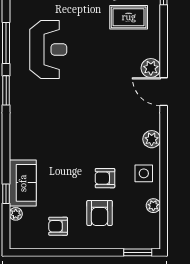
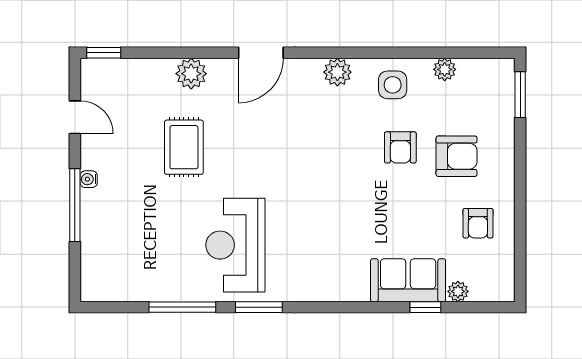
rug: (129, 17) -> (184, 147), moved
reception desk: (48, 50) -> (235, 245), moved, turned -90
plant: (151, 68) -> (191, 74), moved

